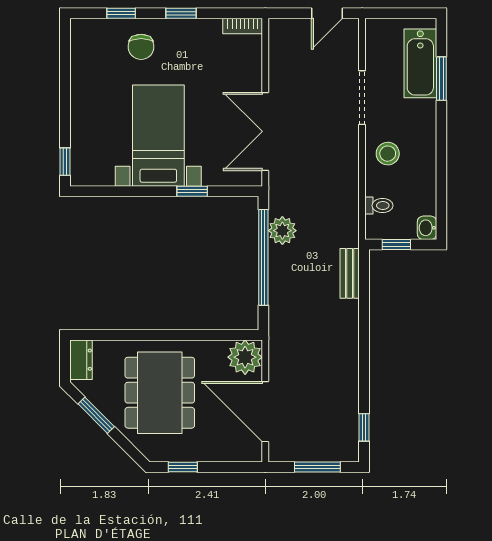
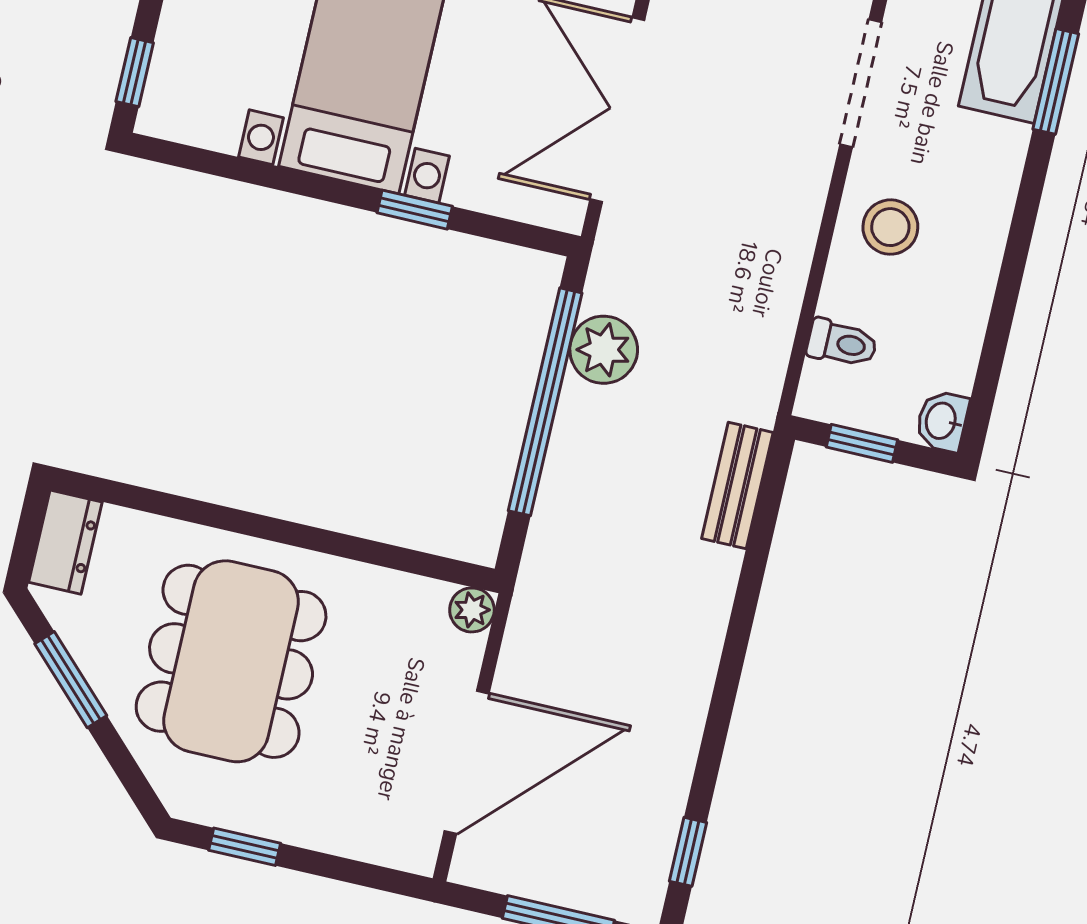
plant: (245, 357) -> (472, 610), width x0.53, depth x0.53
door: (265, 412) -> (467, 762), swing flipped

